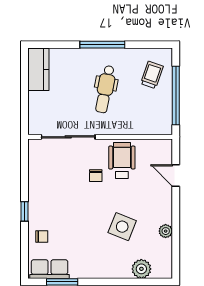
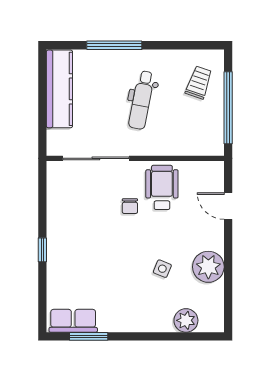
window: (102, 45) -> (114, 45), moved
kitchen counter: (38, 70) -> (59, 89), width x1.50
side table: (122, 227) -> (162, 269), width x0.54, depth x0.54
plant: (166, 231) -> (208, 267), width x1.87, depth x1.87
chair: (42, 237) -> (64, 281), removed

